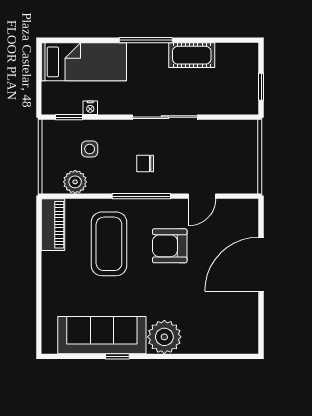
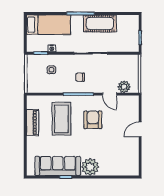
cot: (192, 55) -> (100, 23), width x1.37, depth x1.34
plant: (75, 182) -> (124, 87), moved
door: (202, 196) -> (110, 94), hinge flipped
piano: (53, 225) -> (33, 123), moved
armchair: (170, 246) -> (93, 120), turned 90
door: (261, 264) -> (140, 129), width x0.53

